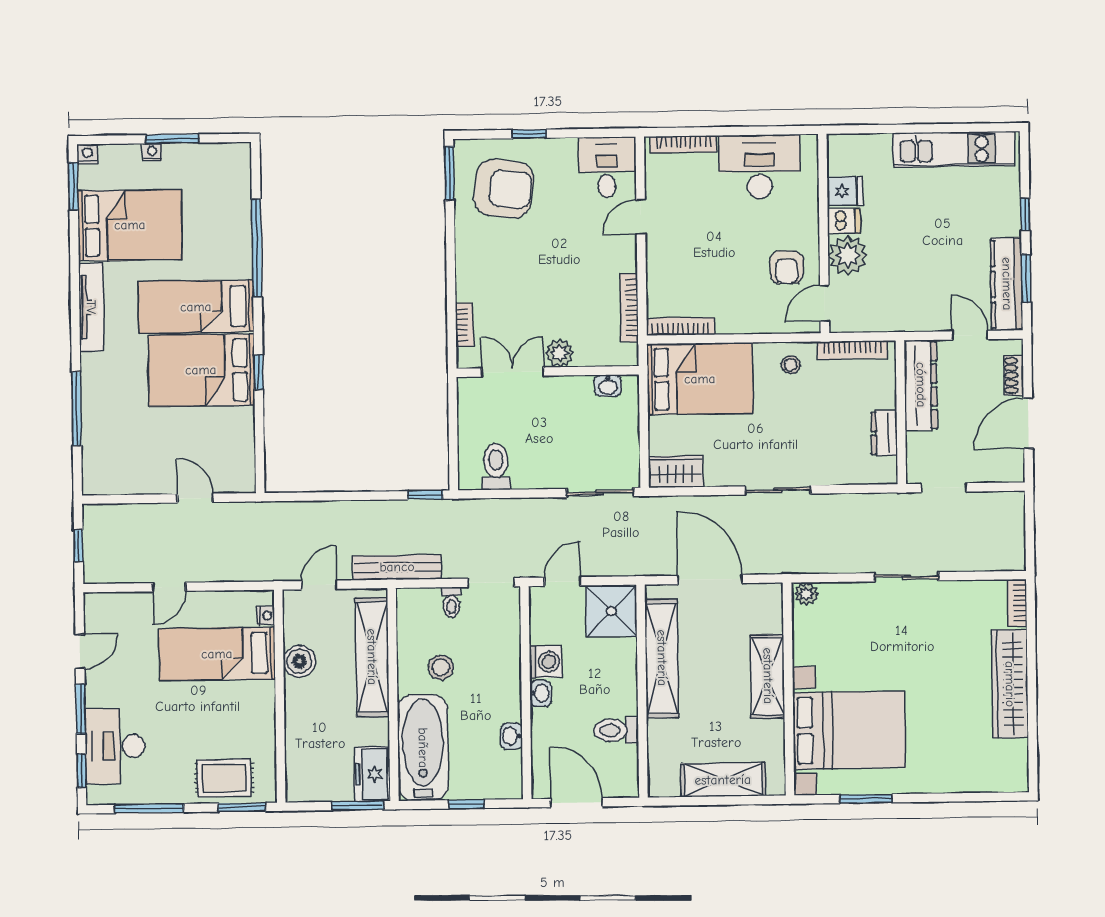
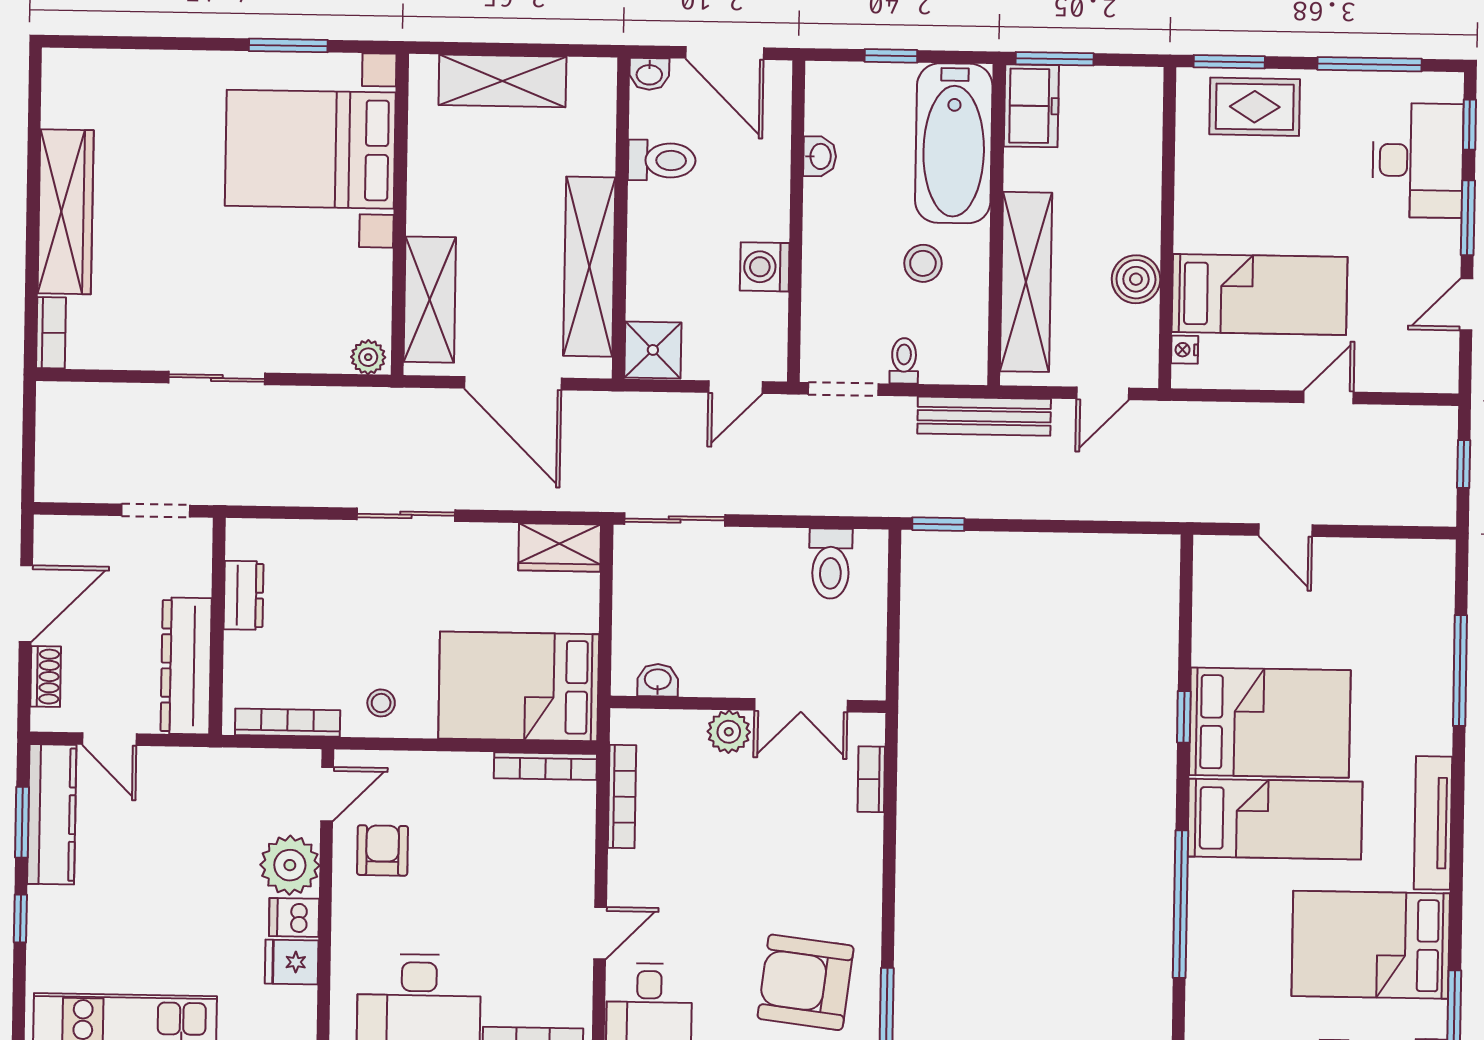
shower: (611, 611) -> (653, 350), width x0.73, depth x0.73
shelving: (768, 676) -> (430, 300), moved
washbasin: (540, 693) -> (649, 74), moved, turned -90

